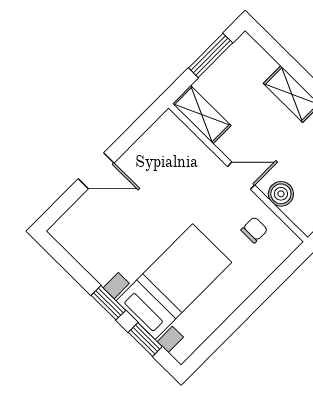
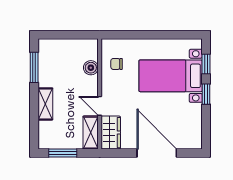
wardrobe: (177, 139) -> (111, 133), added
door: (96, 171) -> (157, 153), width x1.88
door: (241, 176) -> (100, 106), moved

